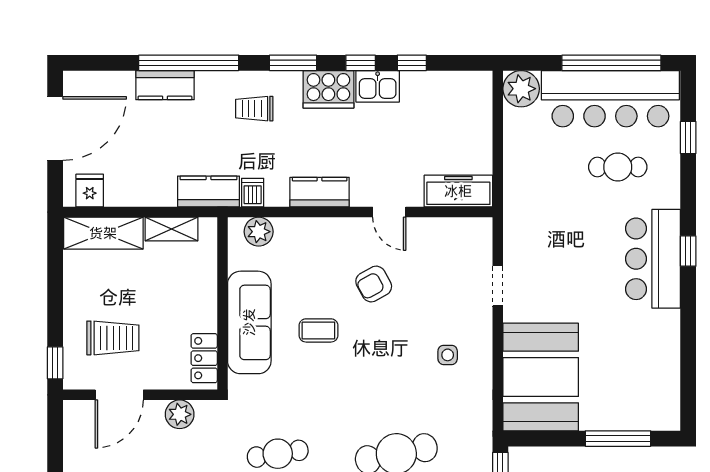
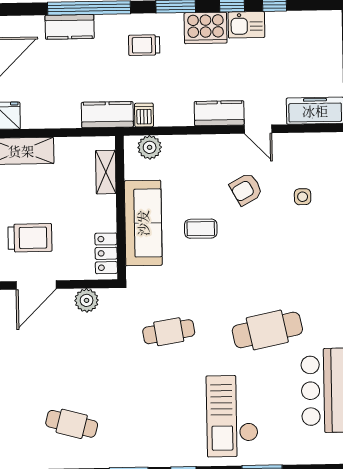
kitchen counter: (320, 192) -> (219, 113), moved
shelving: (171, 229) -> (106, 172), moved, turned 90
side table: (448, 355) -> (303, 197), moved

